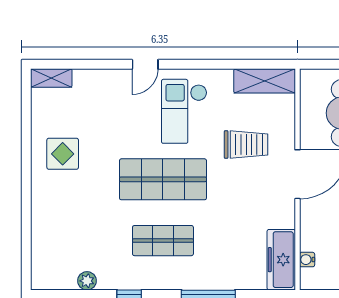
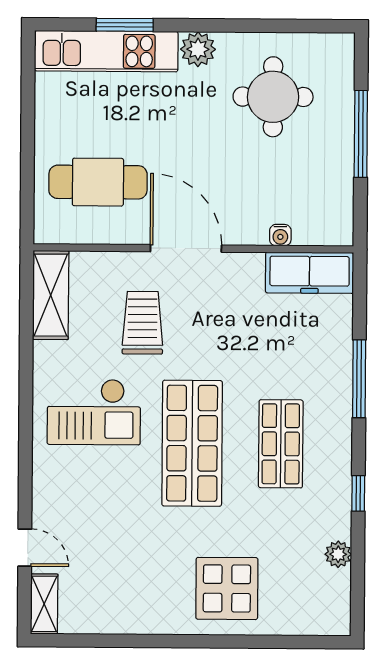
door: (145, 64) -> (25, 548), moved
display table: (63, 154) -> (227, 588), moved, width x1.36, depth x1.36
water cooler: (307, 260) -> (280, 235), moved

